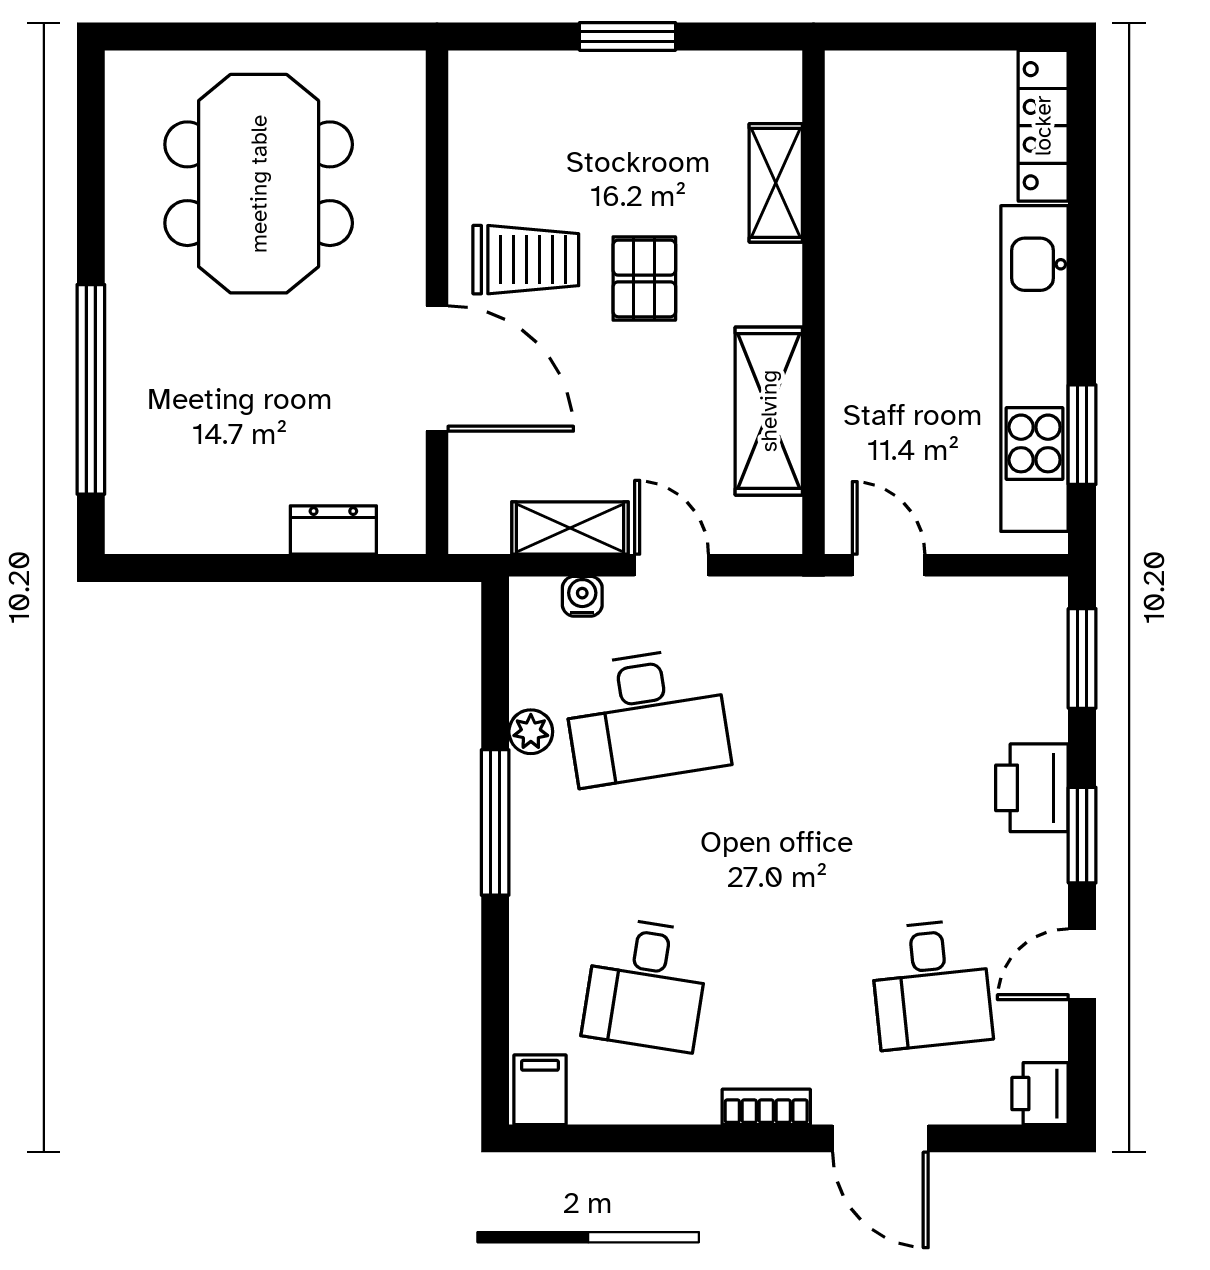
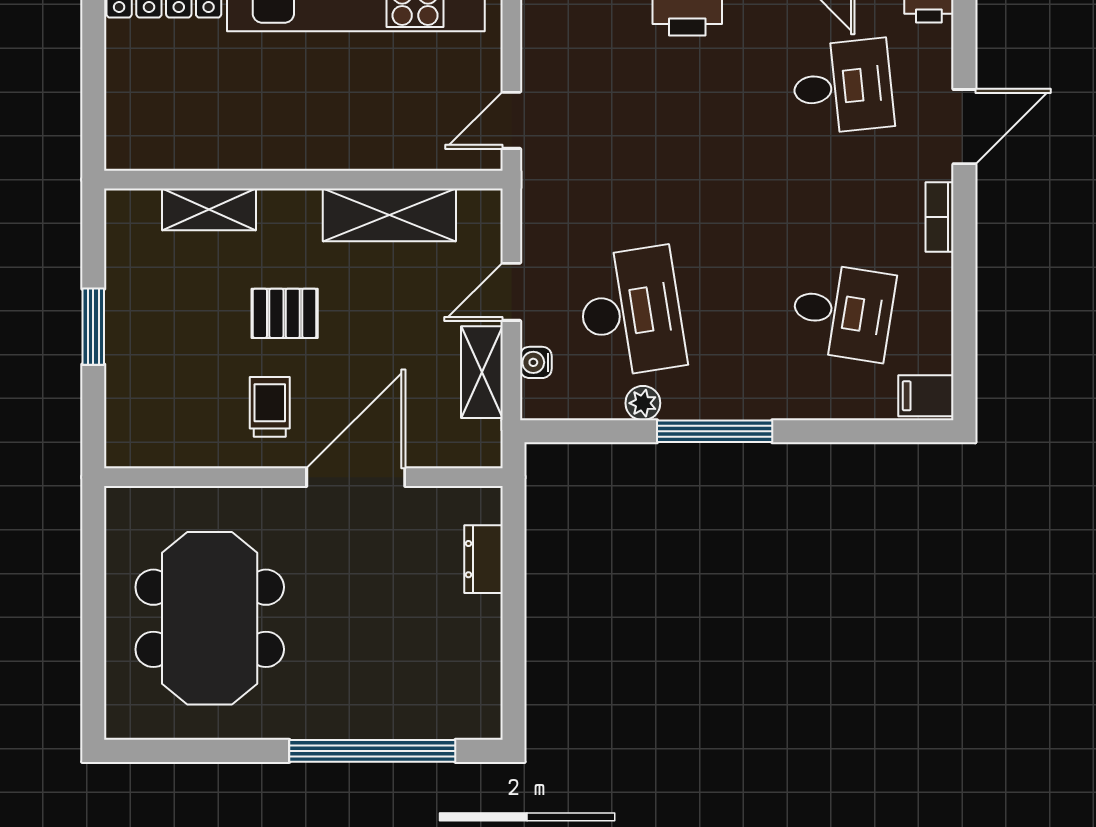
meeting table: (259, 184) -> (210, 618), turned 90
trolley: (526, 260) -> (270, 407), width x0.73, depth x0.72

